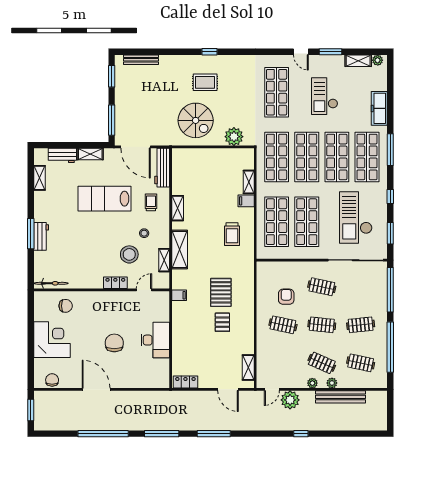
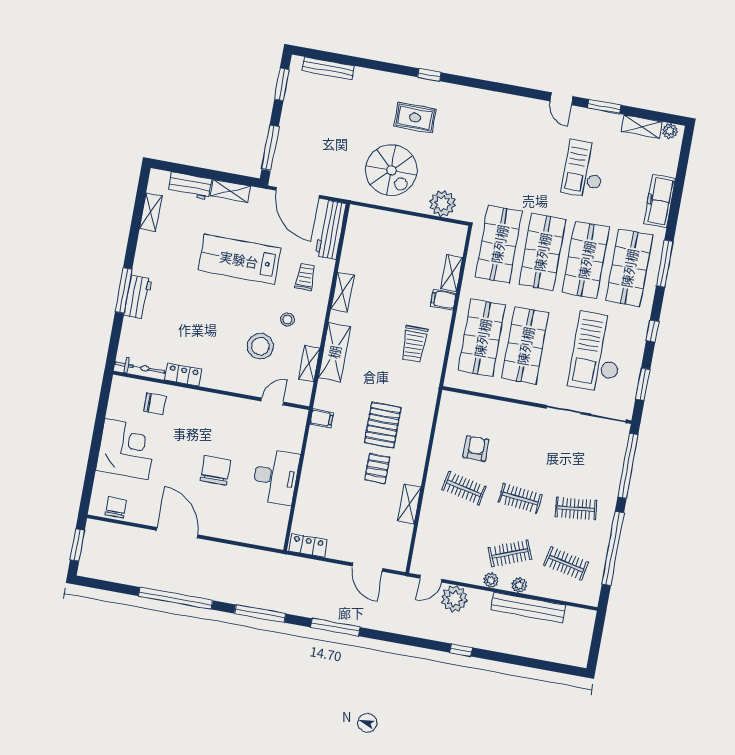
shop shelf: (277, 92) -> (516, 151), removed
locker: (115, 283) -> (183, 375), moved
clothes rail: (322, 287) -> (530, 443), removed
clothes rail: (322, 363) -> (510, 553), turned -45
shelving: (248, 367) -> (409, 504), moved

